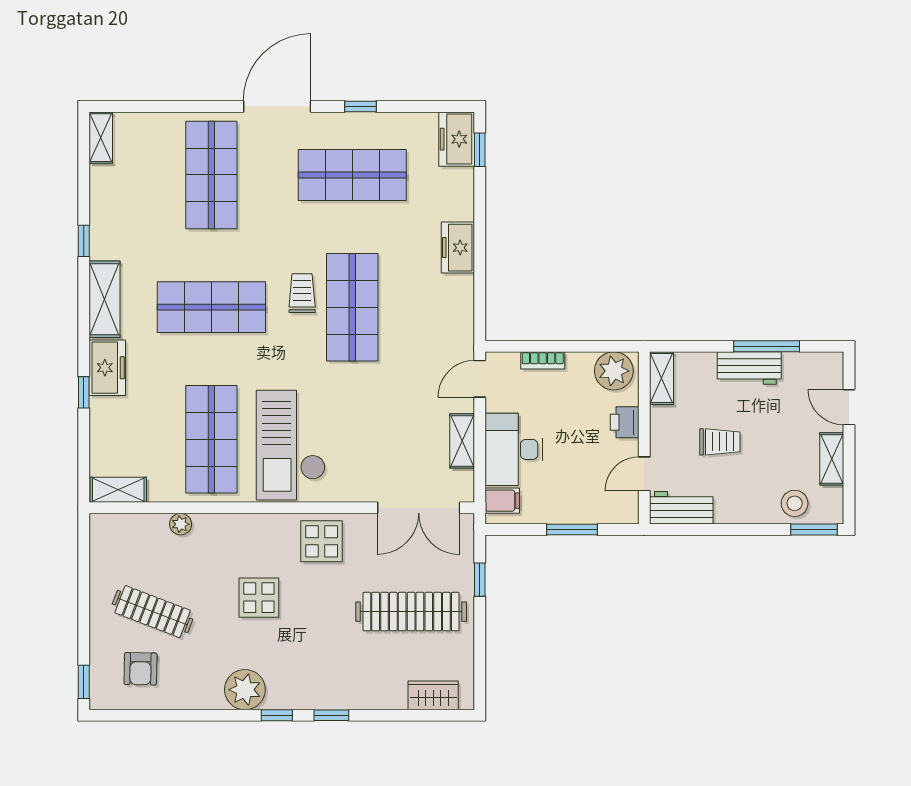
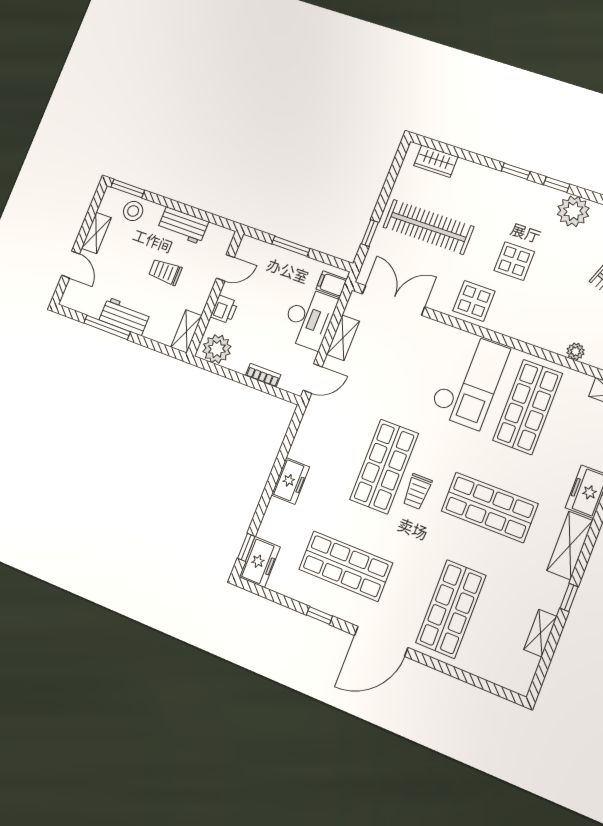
shelving: (101, 138) -> (540, 633), moved
workbench: (681, 508) -> (183, 225), moved
display table: (259, 598) -> (514, 261), moved

